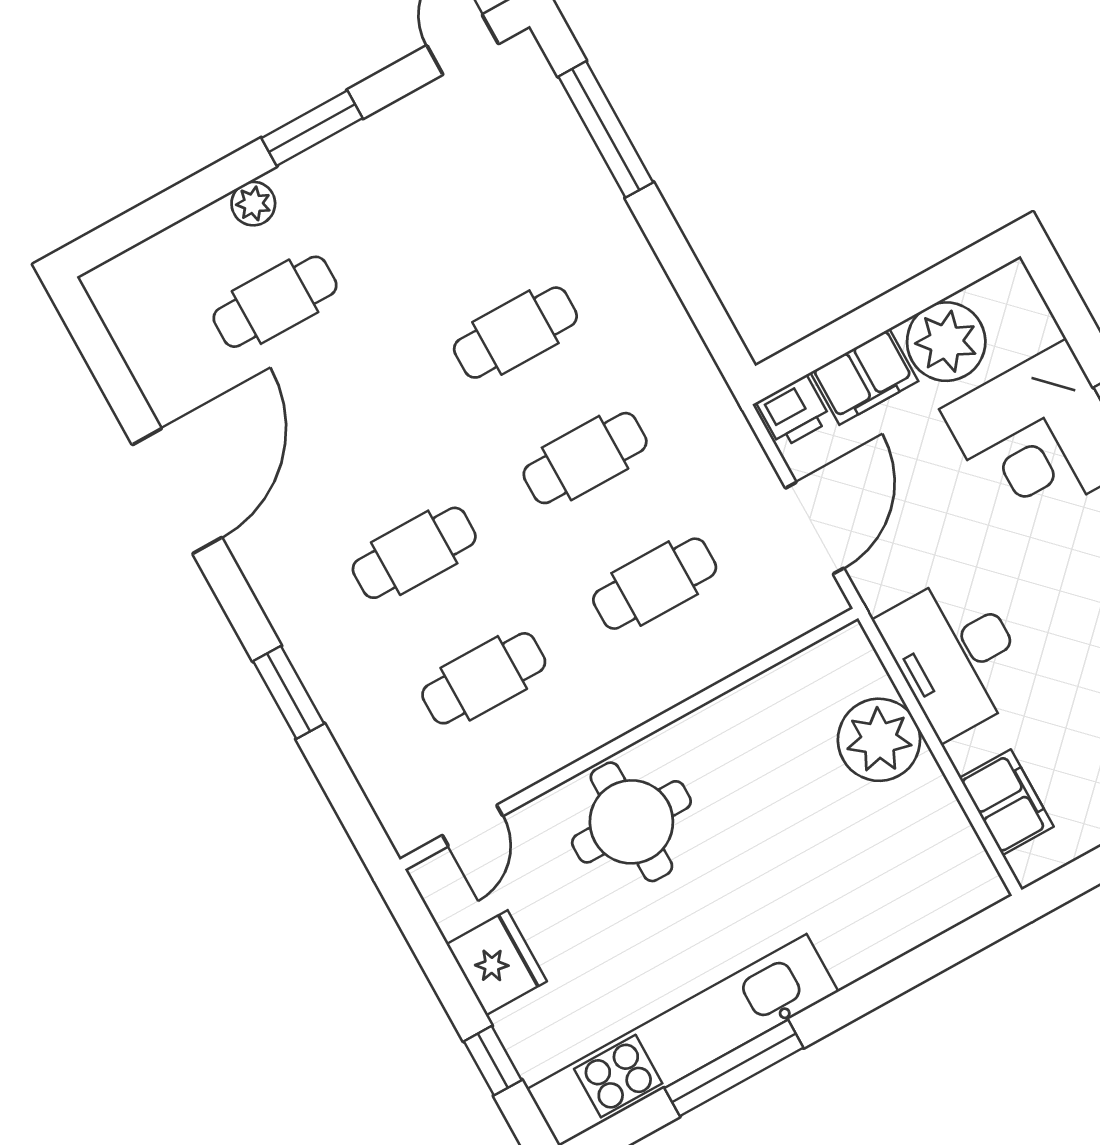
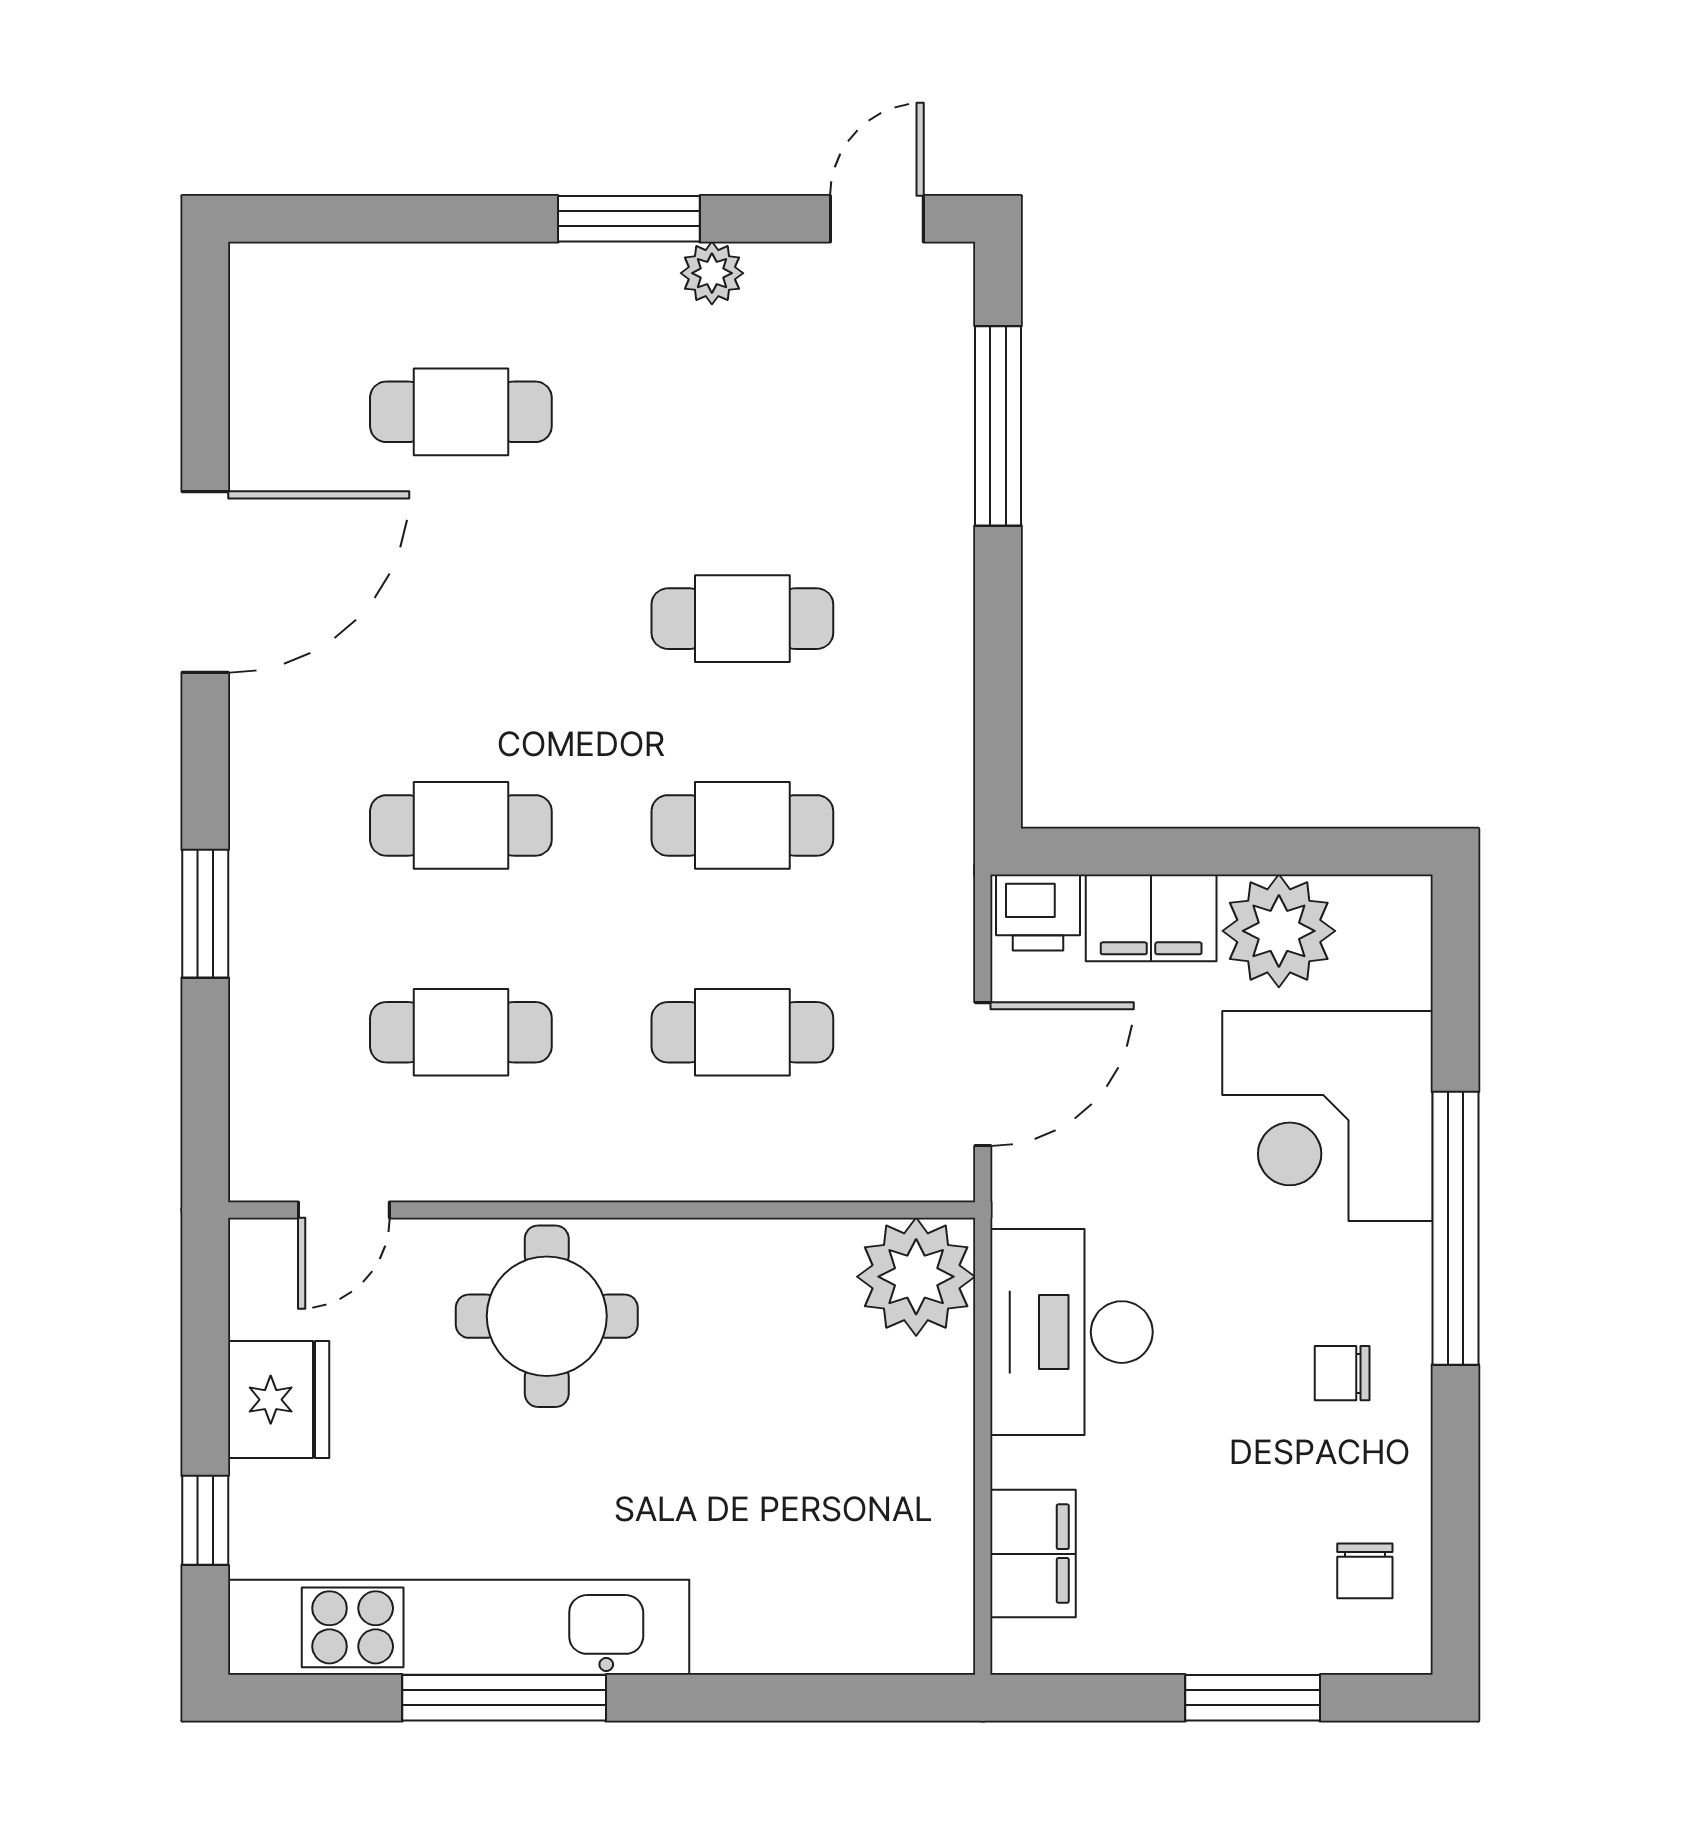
plant: (253, 204) -> (712, 273), moved
plant: (879, 740) -> (916, 1277), moved

